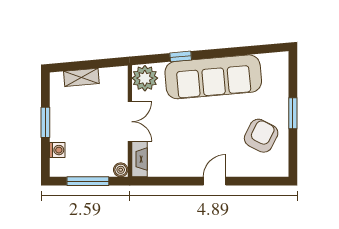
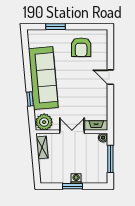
shelving: (81, 77) -> (42, 147), moved
window: (293, 113) -> (56, 27), moved
armchair: (261, 136) -> (81, 47), turned -117
washing machine: (57, 150) -> (76, 178), moved

